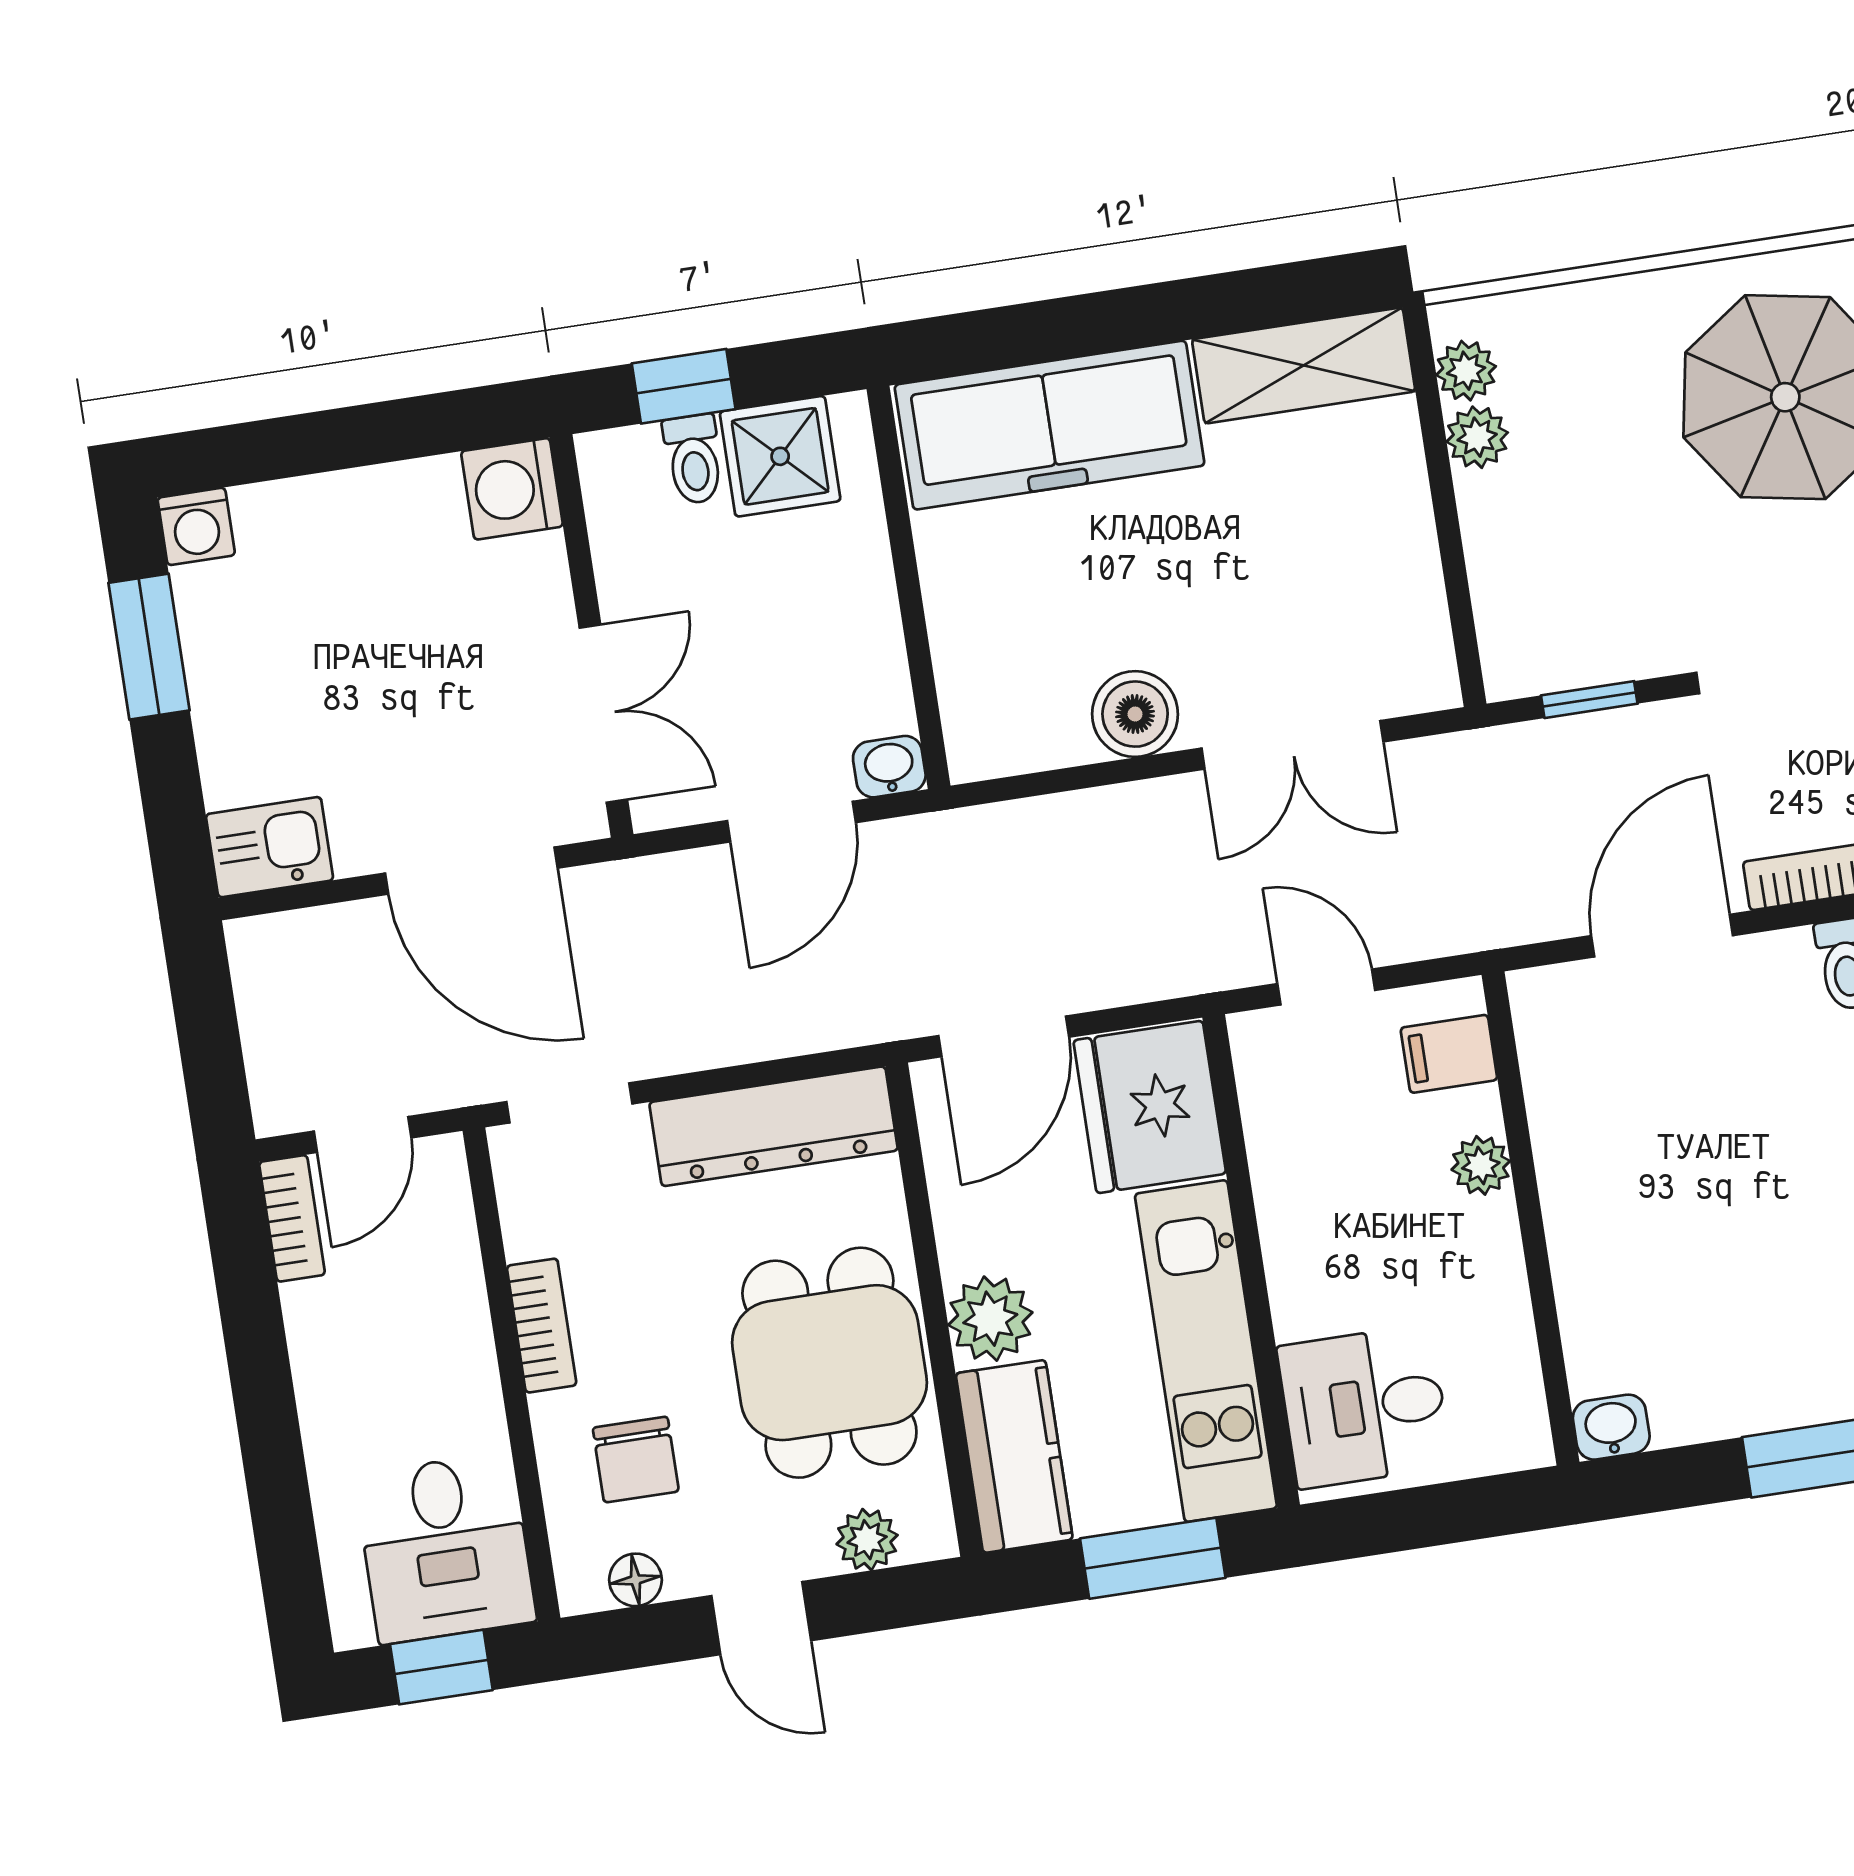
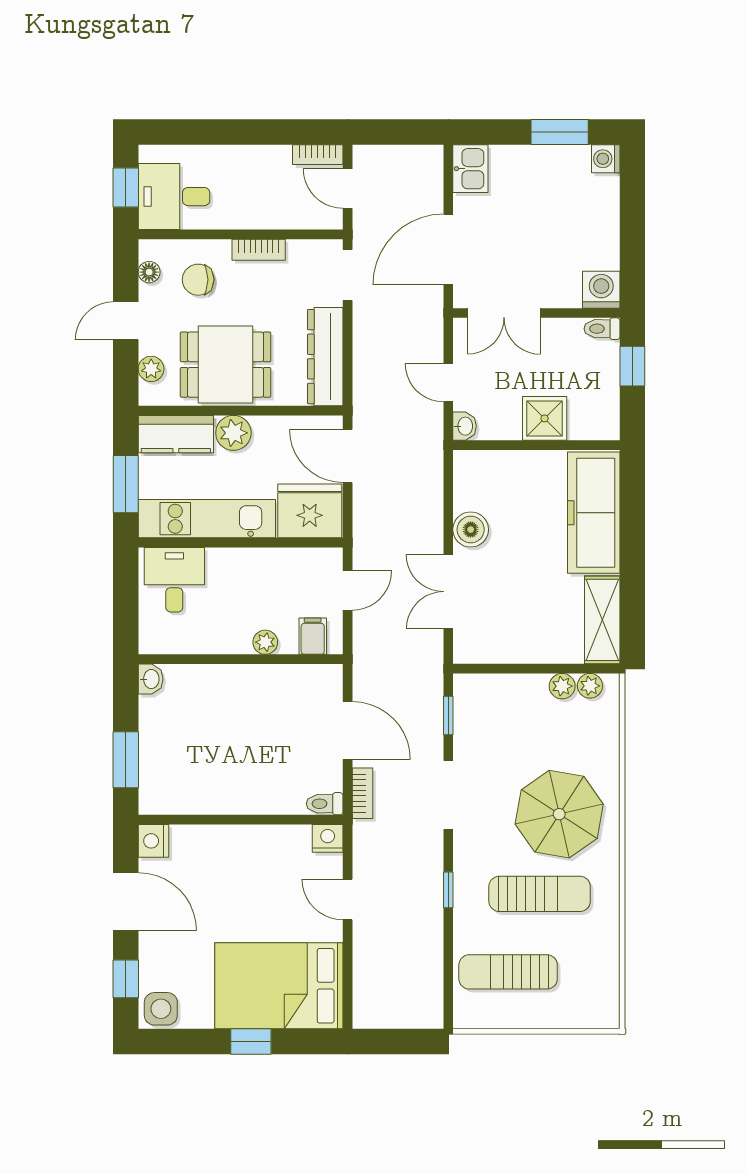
shower: (780, 456) -> (545, 418), moved
toilet: (694, 459) -> (602, 329), moved
door: (792, 822) -> (448, 383), width x0.73

